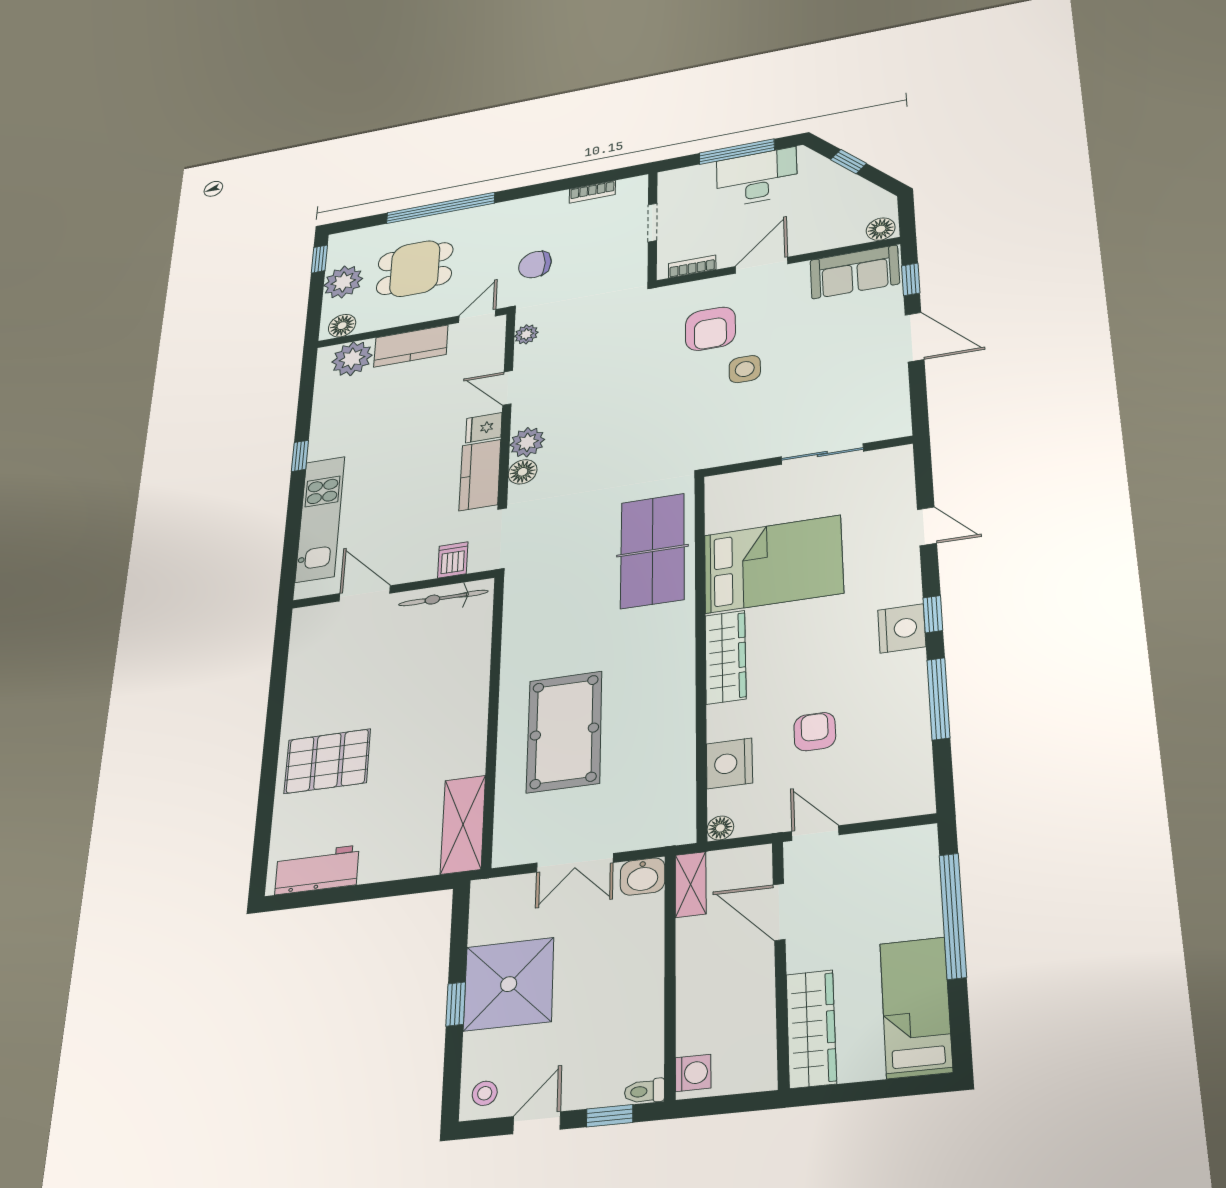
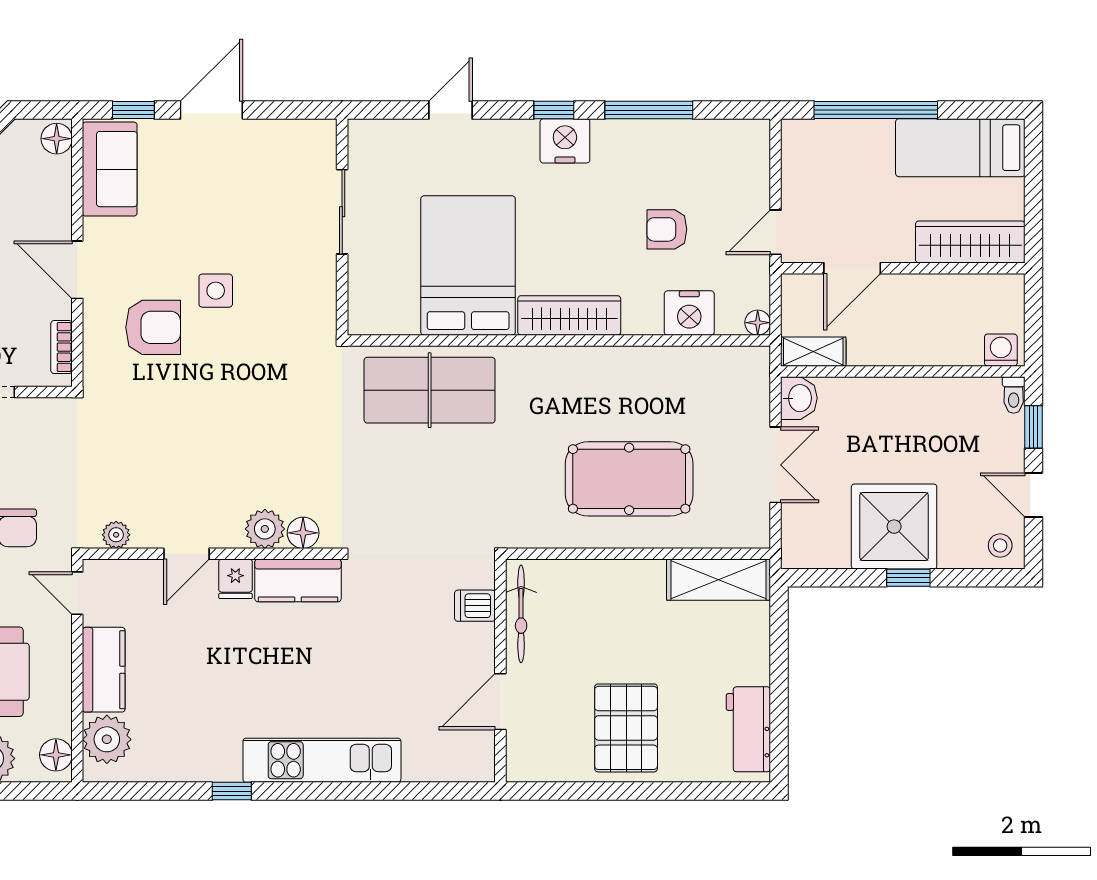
dishwasher: (453, 560) -> (475, 606), moved
wall: (393, 589) -> (500, 671), moved
door: (365, 593) -> (500, 702), moved
bicycle: (443, 598) -> (521, 614), moved

